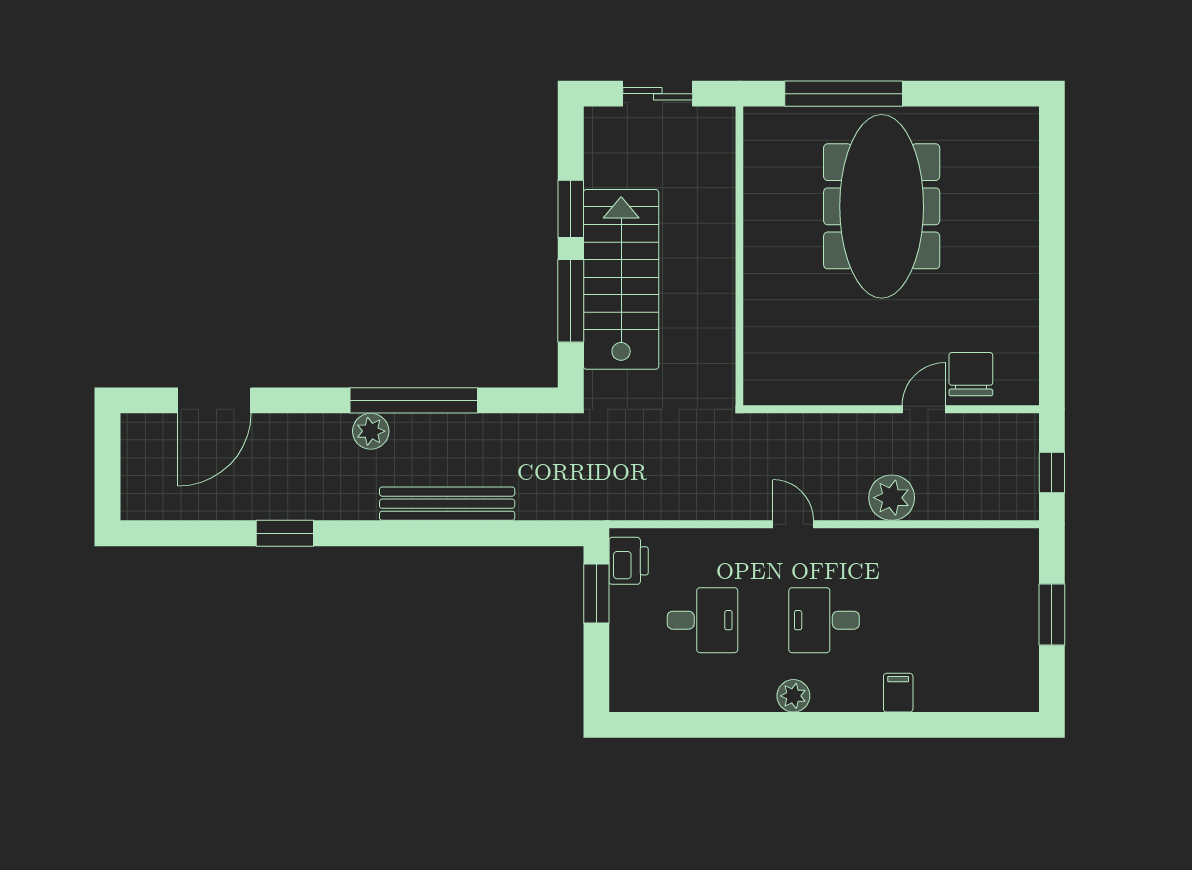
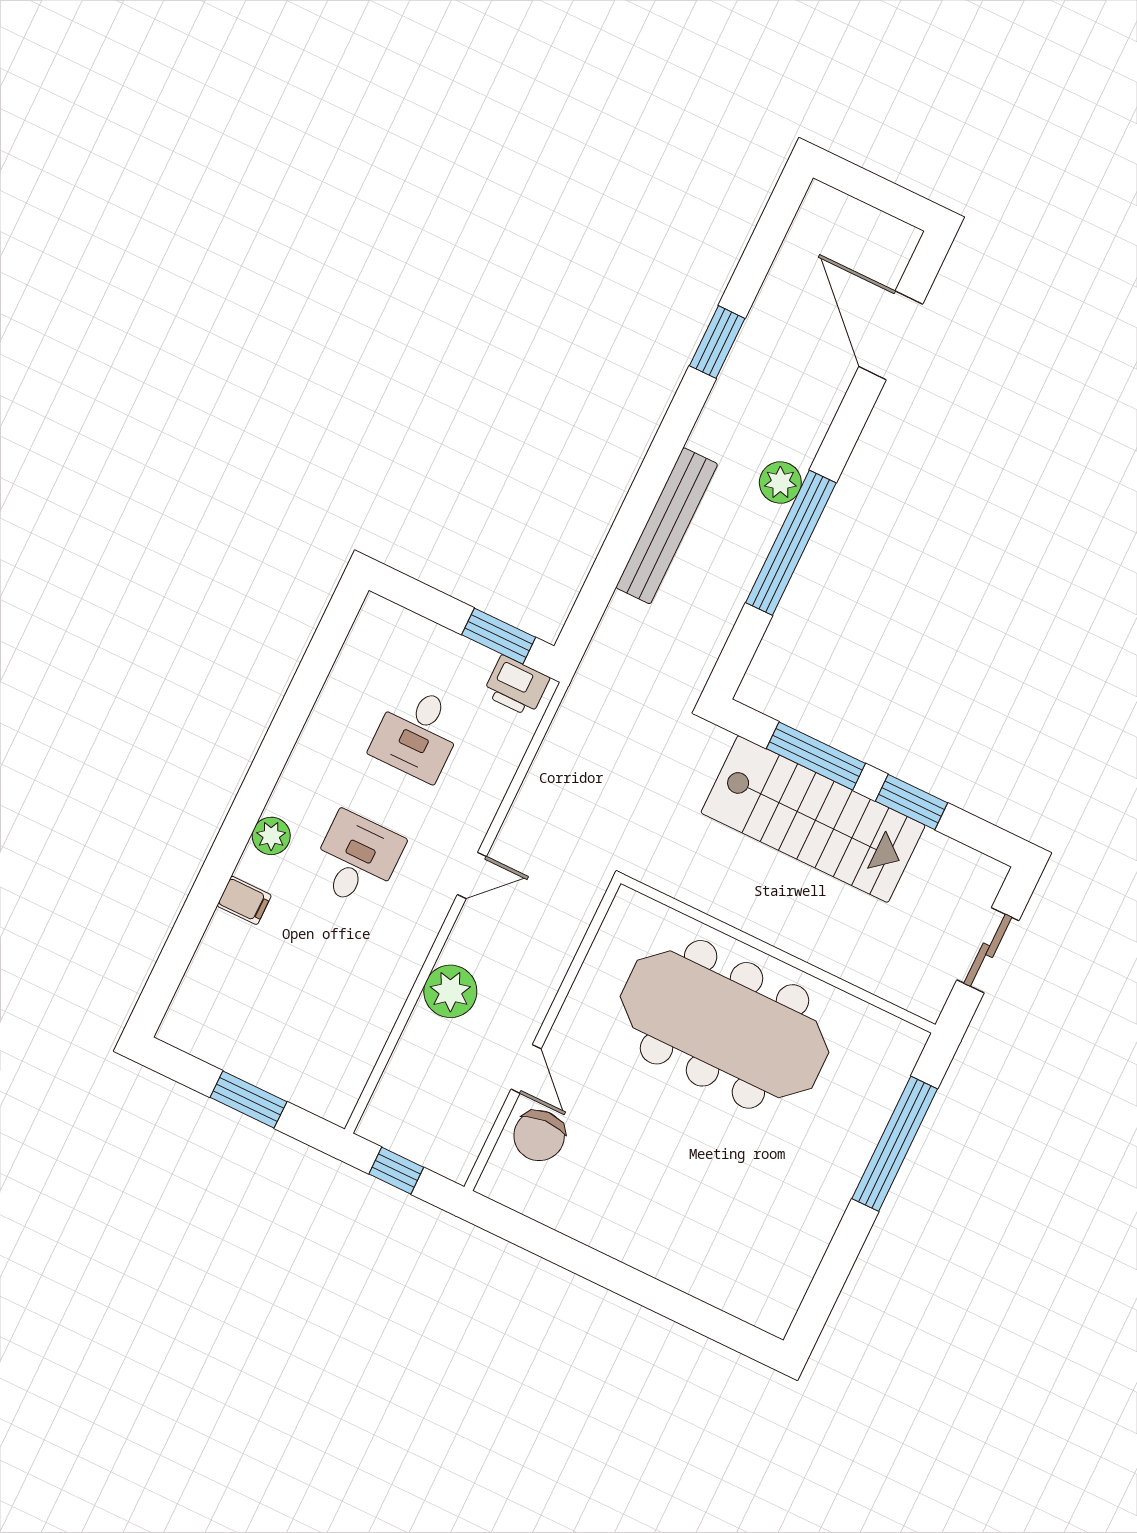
meeting table: (882, 206) -> (725, 1024), moved
chair: (971, 374) -> (539, 1136), turned 87
plant: (793, 696) -> (271, 836), moved

